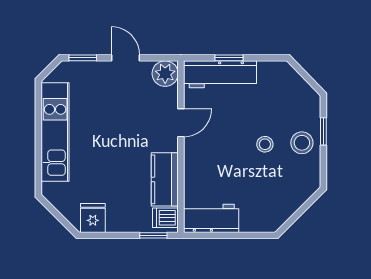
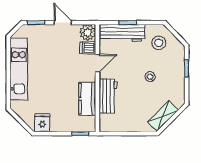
stool: (302, 143) -> (159, 43), moved
shelving: (286, 207) -> (163, 116), added
dishwasher: (165, 218) -> (88, 48), moved
workbench: (211, 218) -> (108, 96), moved, turned 90

